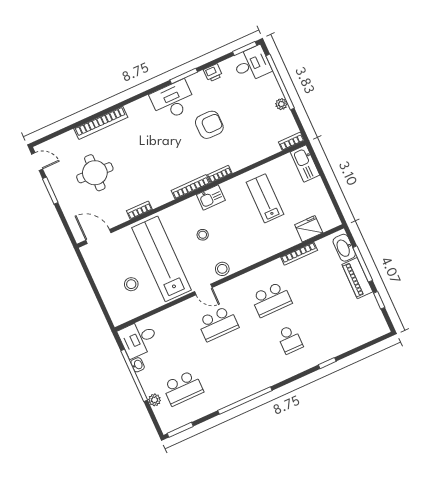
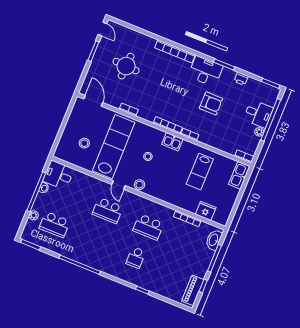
desk: (252, 64) -> (258, 114), moved
bookcase: (101, 123) -> (175, 51), moved
lab bench: (265, 198) -> (200, 172), turned 180
piano: (357, 278) -> (193, 290), moved

